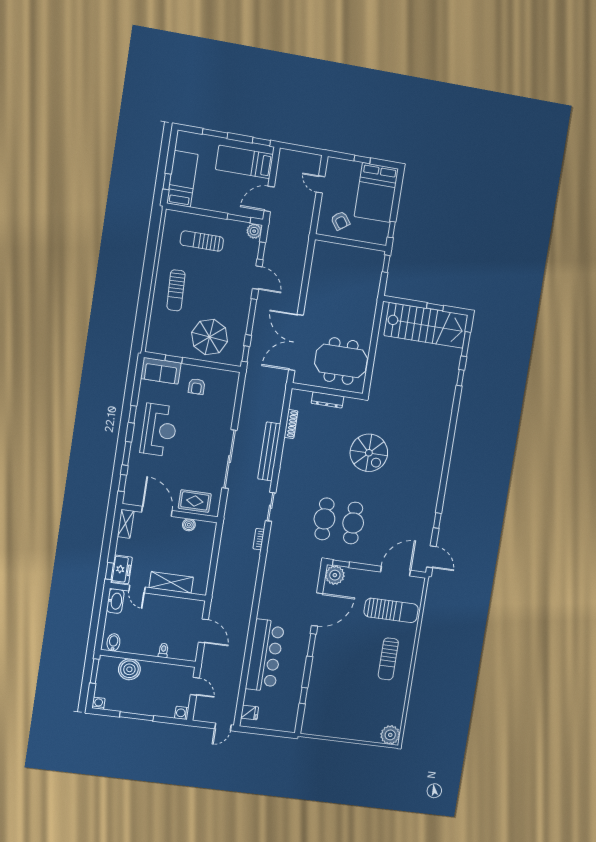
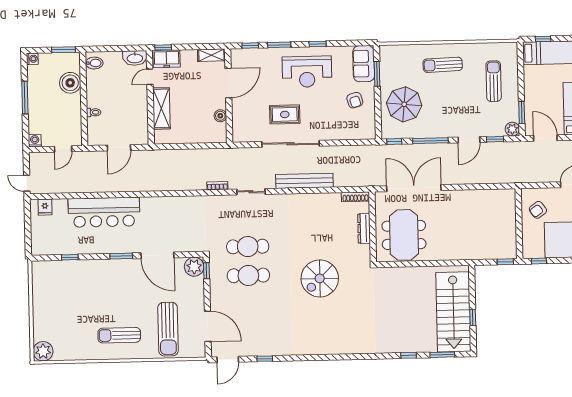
window: (174, 359) -> (377, 74), width x1.50
armchair: (197, 386) -> (355, 100), turned -106
shoe rack: (291, 424) -> (355, 197), moved
rug: (195, 501) -> (285, 114), moved, turned 90

